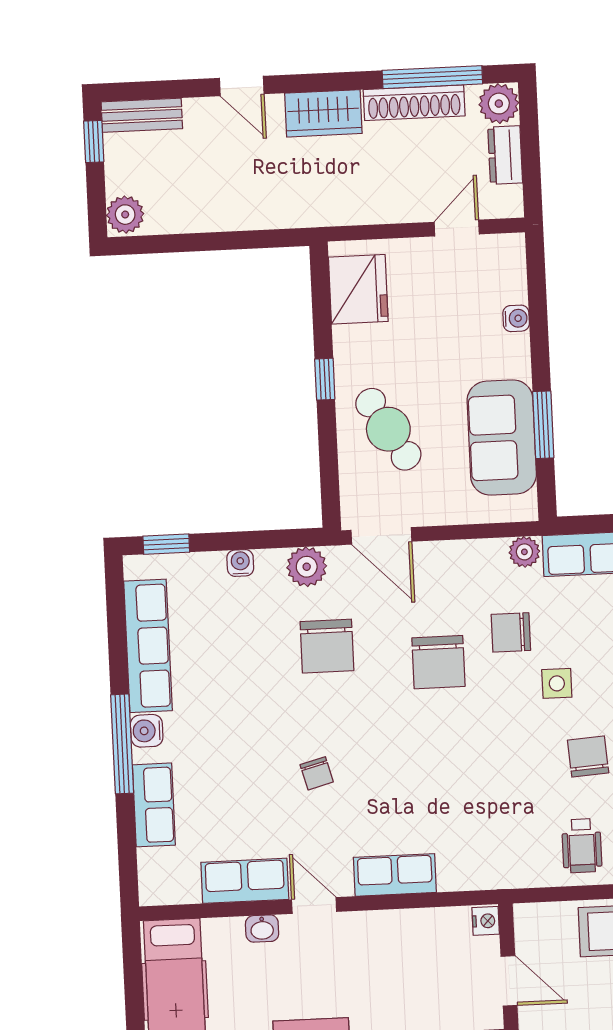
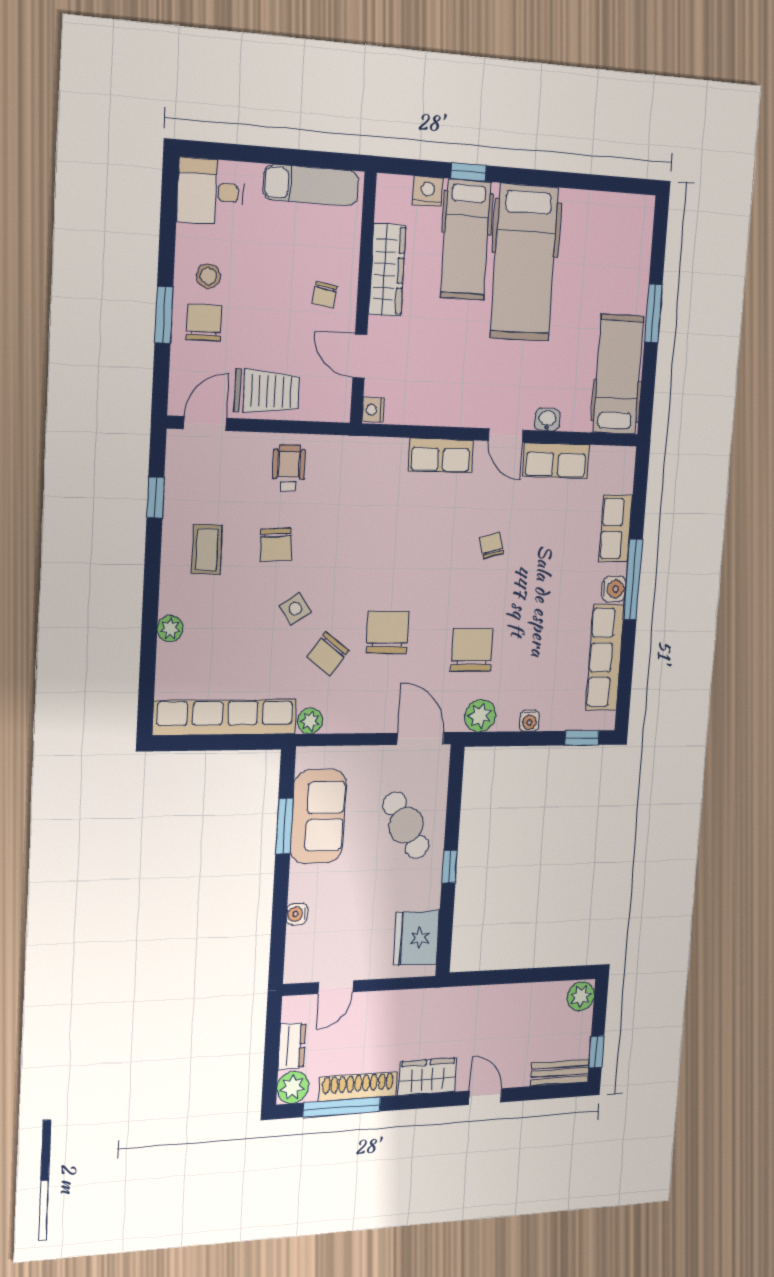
chair: (511, 632) -> (328, 654), turned 126
side table: (557, 683) -> (295, 609), turned -33

